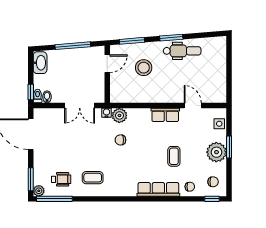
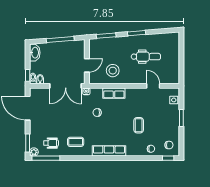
dental chair: (182, 51) -> (146, 57), moved
door: (107, 64) -> (87, 65), moved
stool: (144, 68) -> (113, 71), moved
double door: (80, 106) -> (66, 86), width x1.37
plant: (119, 115) -> (96, 94), removed
row of seats: (165, 115) -> (114, 93), moved
plant: (216, 152) -> (172, 122), removed
row of seats: (158, 189) -> (109, 151), moved

